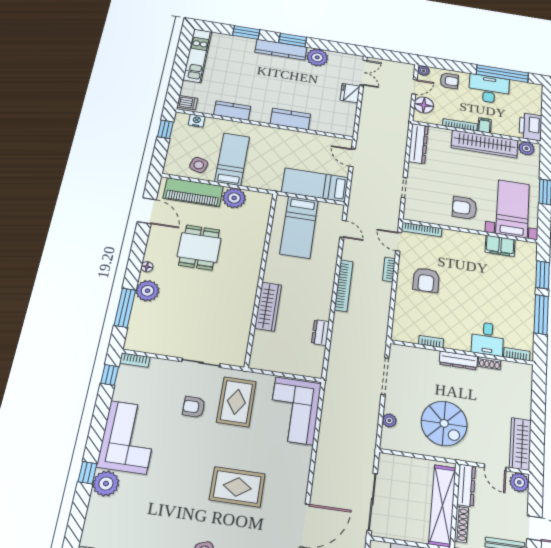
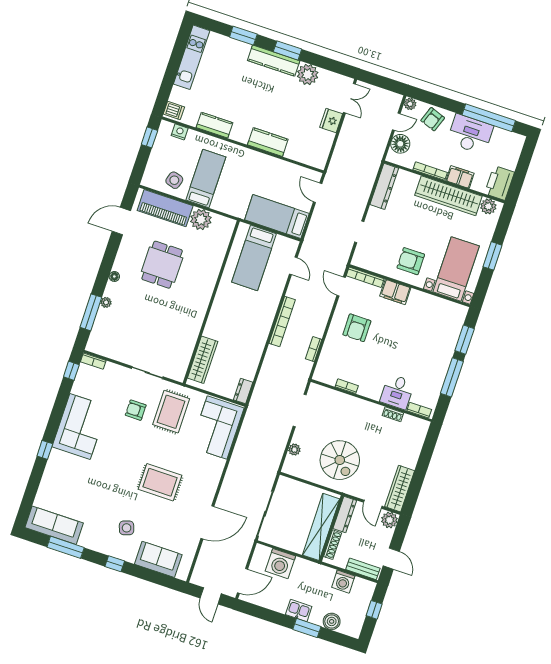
armchair: (449, 81) -> (433, 119), turned 110
filing cabinet: (485, 125) -> (460, 177), width x2.00
door: (147, 211) -> (121, 221), swing flipped
filing cabinet: (500, 246) -> (395, 292), moved
bookcase: (389, 269) -> (314, 349), moved
plant: (148, 291) -> (106, 302), width x0.53, depth x0.53
wardrobe: (268, 306) -> (203, 360), moved
dresser: (320, 332) -> (243, 391), moved
dresser: (458, 360) -> (366, 407), removed
plant: (106, 484) -> (58, 461), removed

